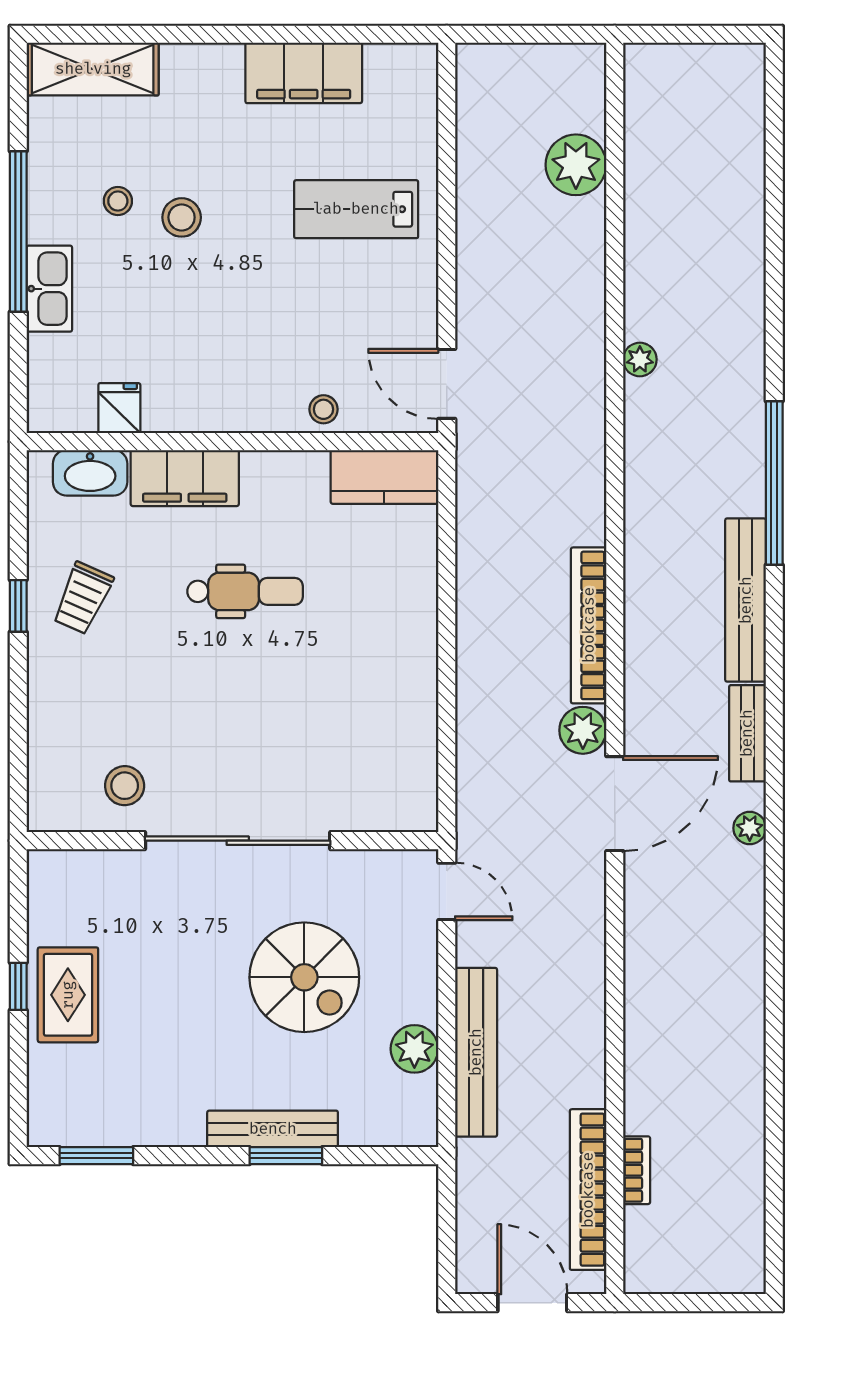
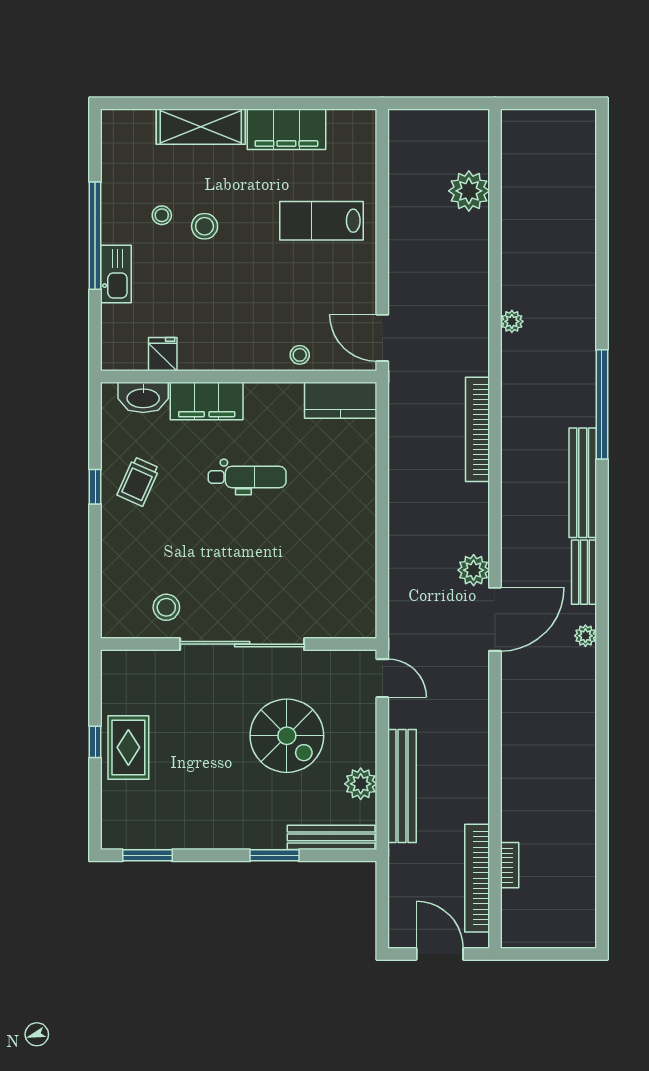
shelving: (93, 69) -> (201, 127), moved
bookcase: (589, 625) -> (477, 429), moved
bench: (273, 1129) -> (331, 837), moved

